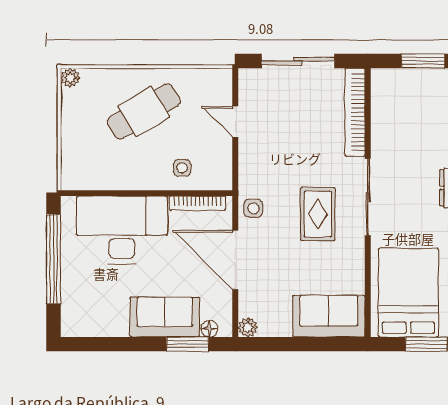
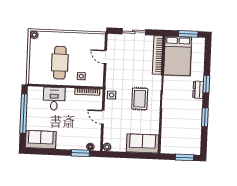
sliding door: (298, 61) -> (134, 32), width x0.73
cafe table: (144, 111) -> (60, 63), moved, turned -59
desk: (122, 230) -> (54, 99), width x0.53, depth x0.77
door: (235, 260) -> (103, 117), width x0.53
bed: (408, 293) -> (178, 56), moved, turned 180
sofa: (165, 317) -> (41, 140), moved

